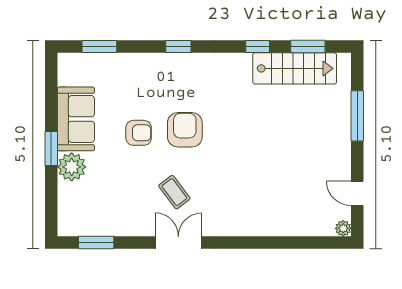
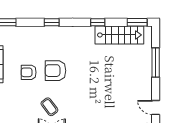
window: (308, 47) -> (137, 22), moved
armchair: (185, 130) -> (55, 71), turned -90
armchair: (139, 133) -> (29, 72), turned 180

